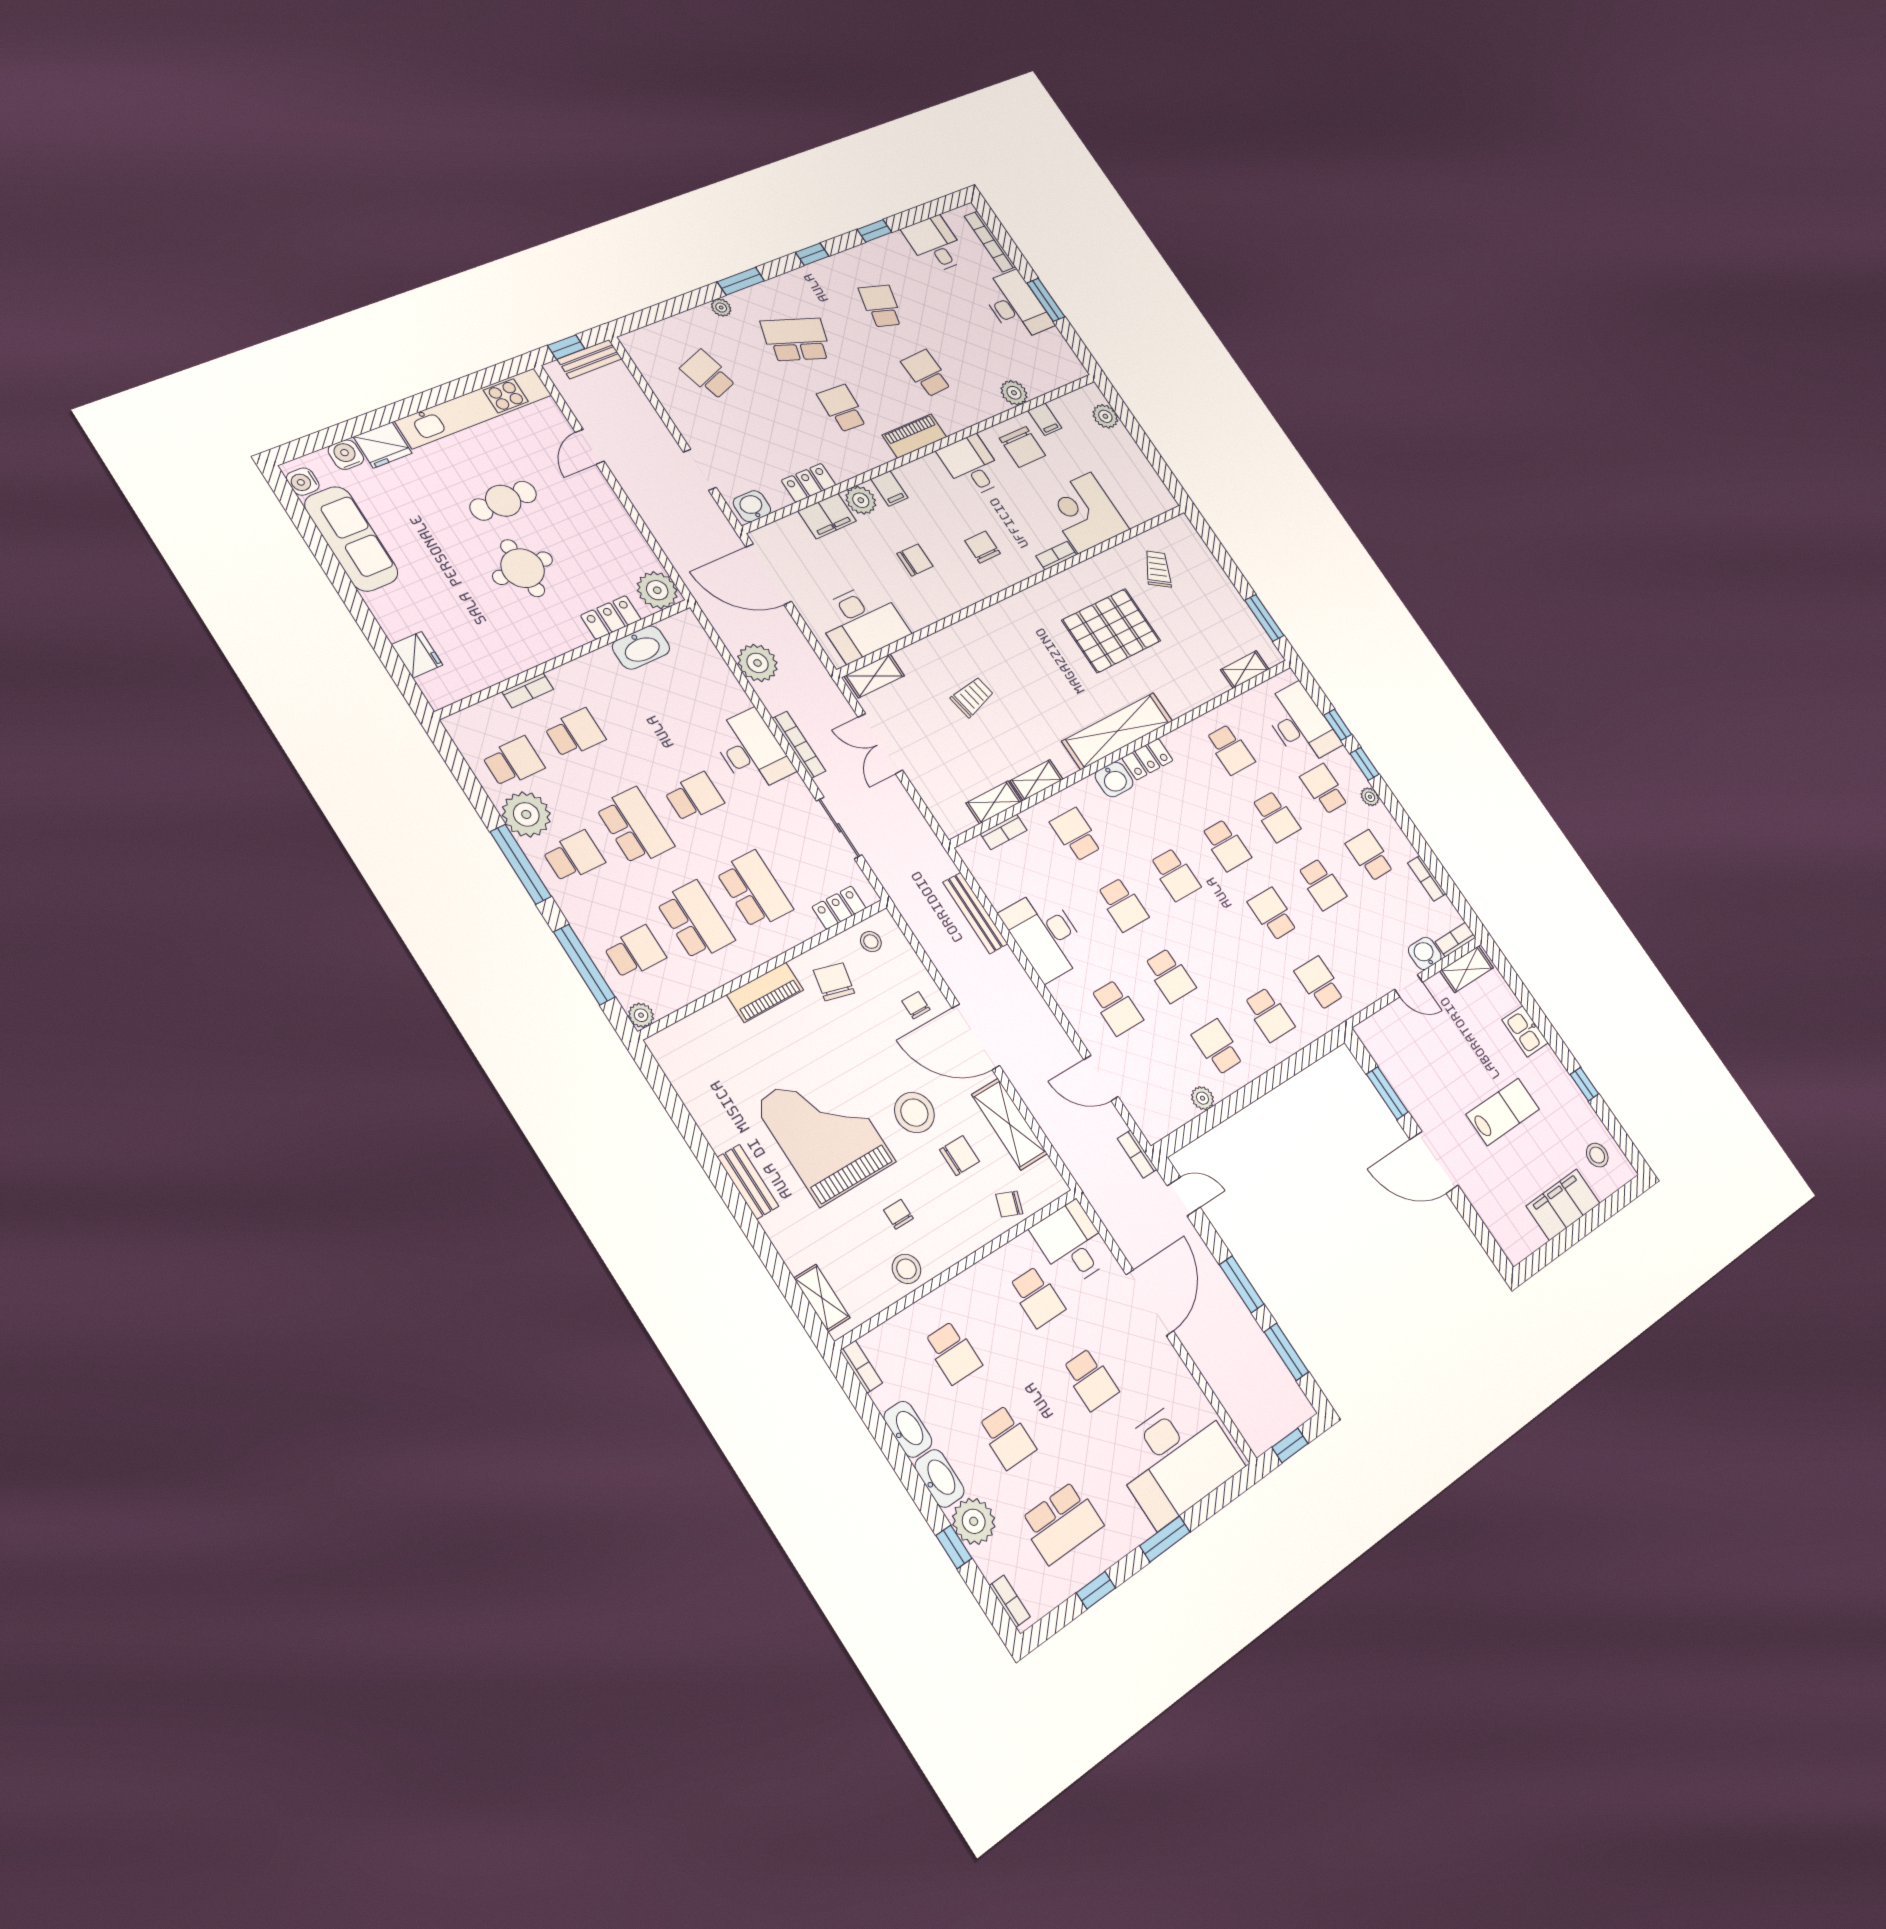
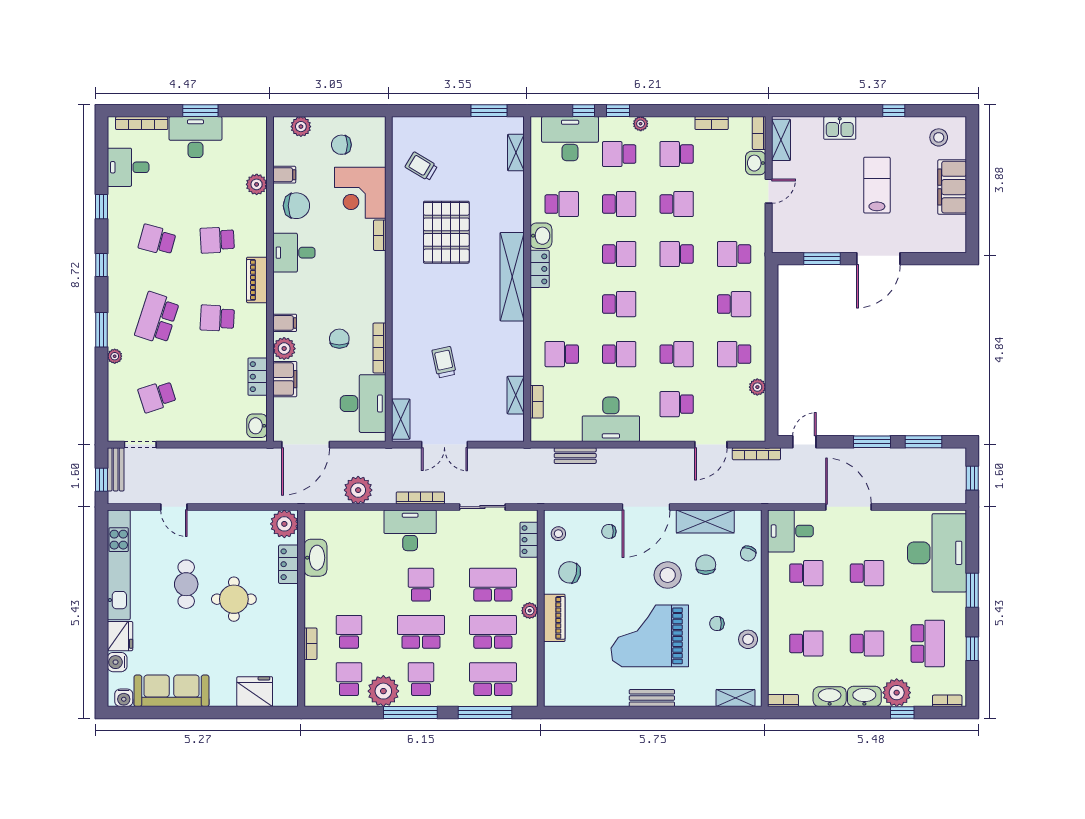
doorway: (700, 470) -> (140, 445), moved
chair: (983, 547) -> (341, 145), moved
bookcase: (936, 612) -> (379, 348), added
fridge: (417, 655) -> (255, 692), width x1.36, depth x1.34
washbasin: (1114, 779) -> (541, 236), moved
shelving: (1037, 780) -> (516, 356), removed
bench: (975, 913) -> (575, 456), width x0.73
school desk: (635, 952) -> (493, 679), width x1.85
school desk: (1117, 1008) -> (677, 404), turned 180
plant: (641, 1015) -> (530, 611), moved
bookcase: (1137, 1154) -> (756, 454), width x1.56

